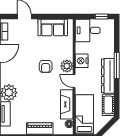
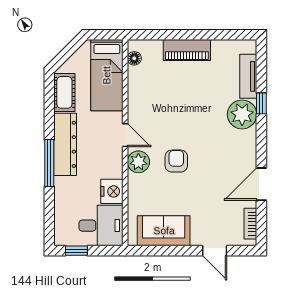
nightstand: (82, 61) -> (112, 191), moved
fireplace: (67, 104) -> (138, 93), removed

